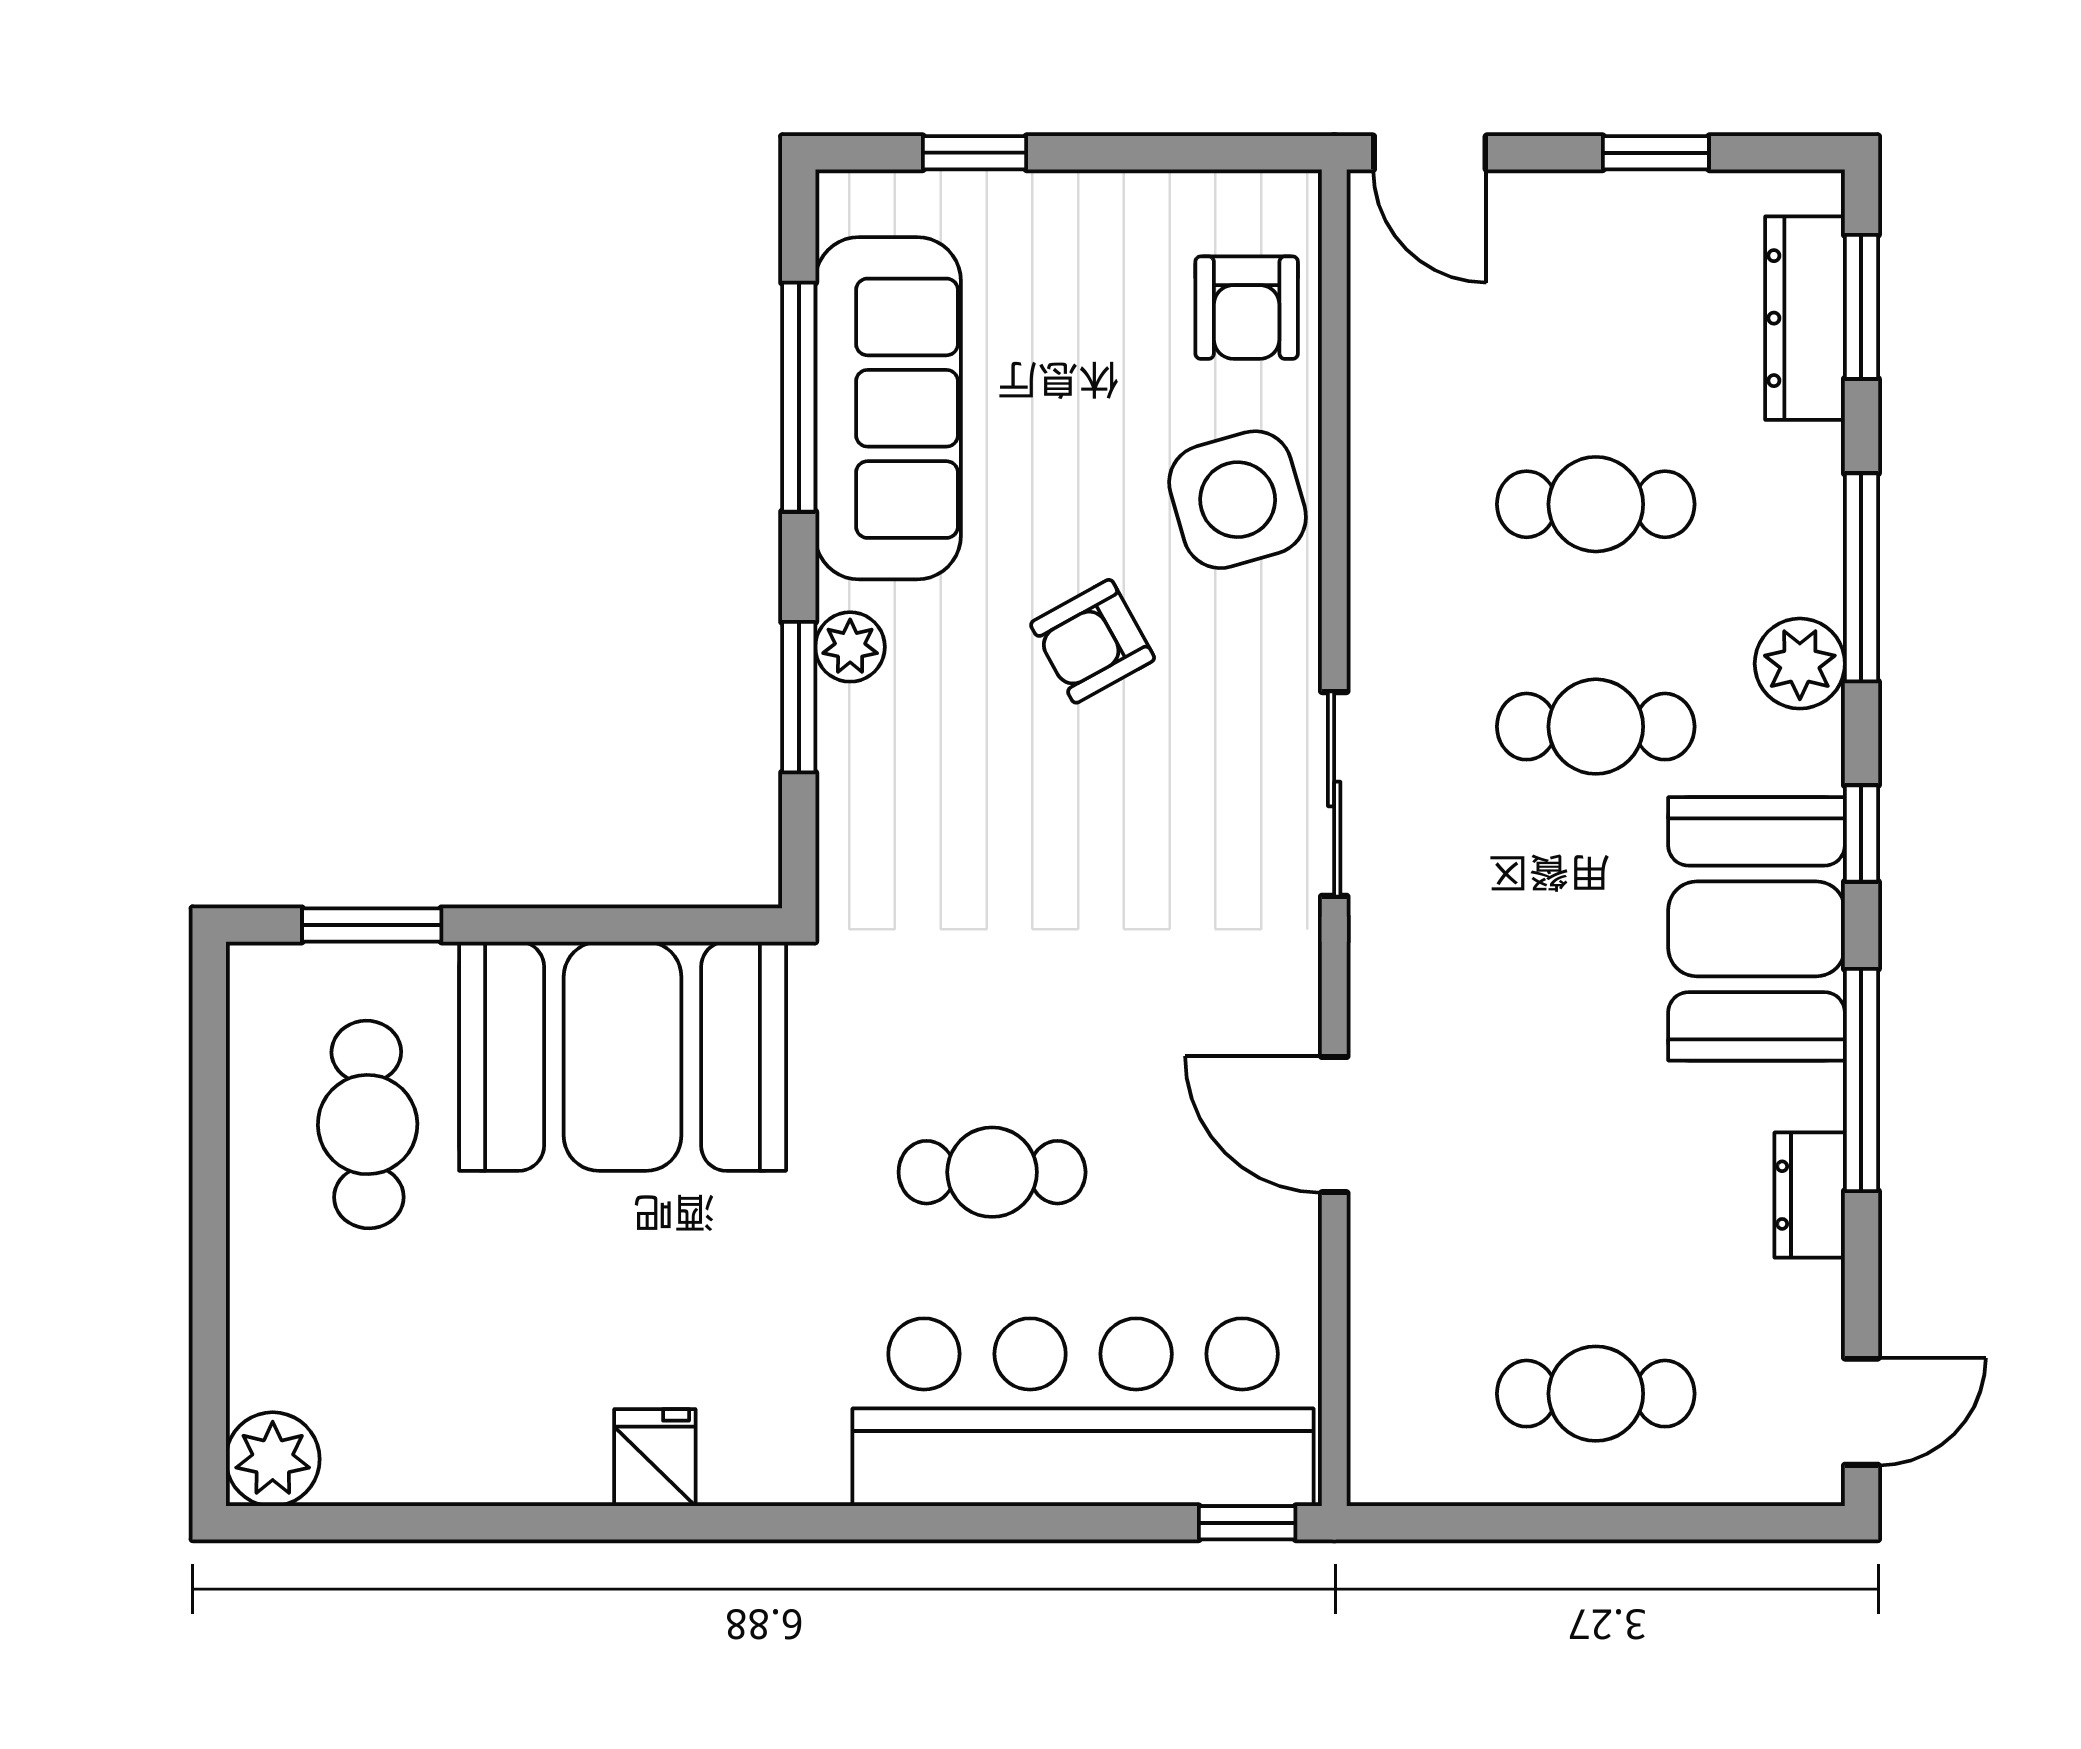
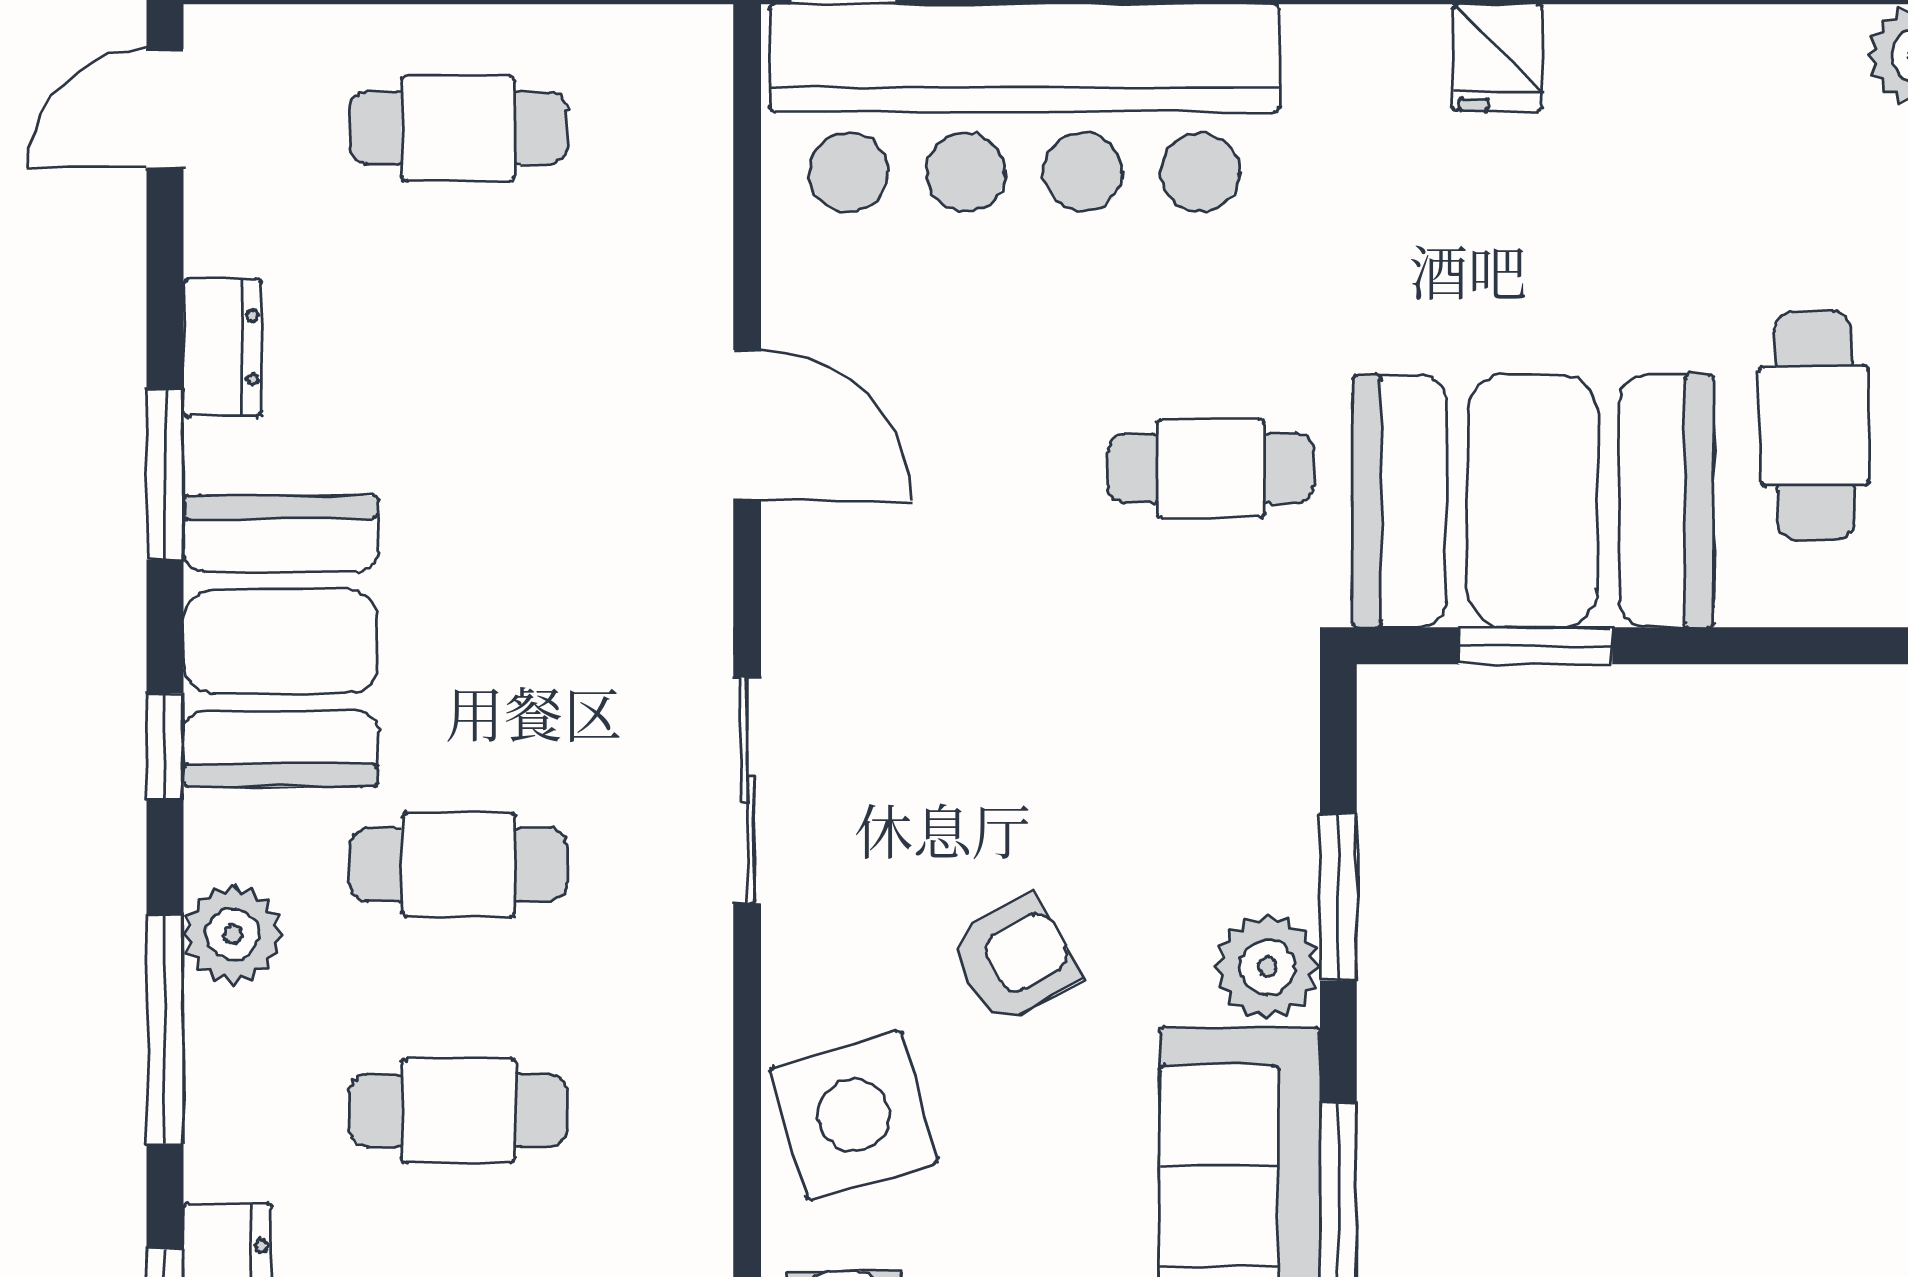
plant: (850, 647) -> (1267, 967), width x1.38, depth x1.38
window: (372, 925) -> (1535, 646), moved
window: (1861, 1080) -> (165, 475), width x0.69
cafe table: (992, 1172) -> (1211, 469), moved

